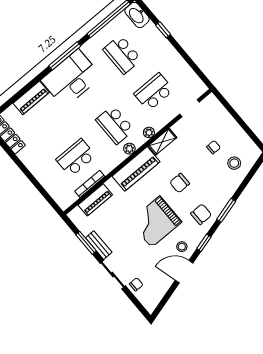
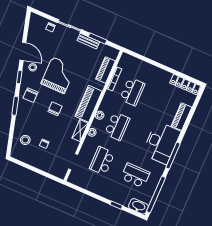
school desk: (154, 92) -> (102, 161), turned 180
school desk: (115, 125) -> (117, 126), turned 90
door: (184, 272) -> (23, 51), hinge flipped

